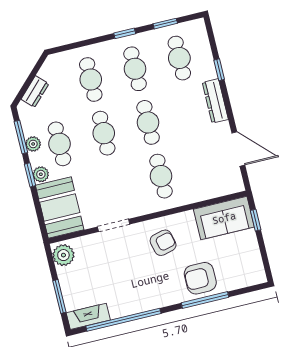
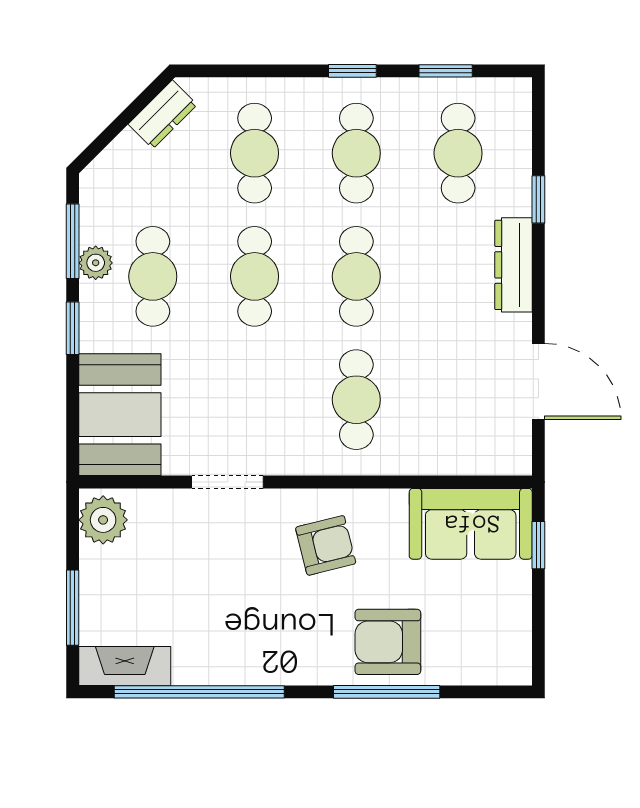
dresser: (35, 92) -> (163, 114), moved
plant: (41, 174) -> (96, 333), removed

